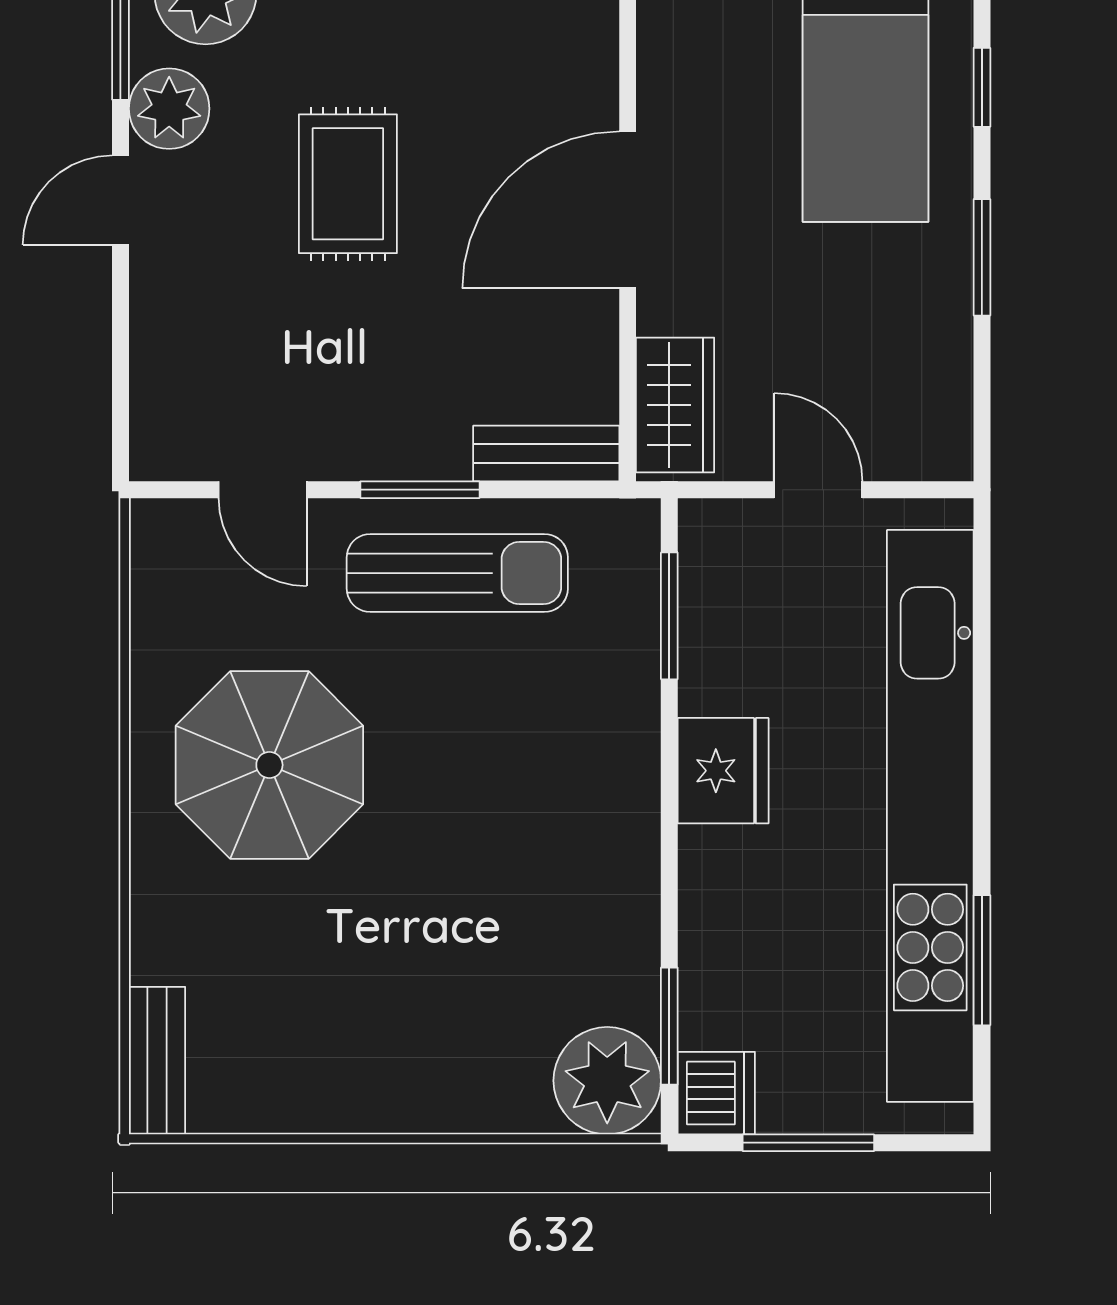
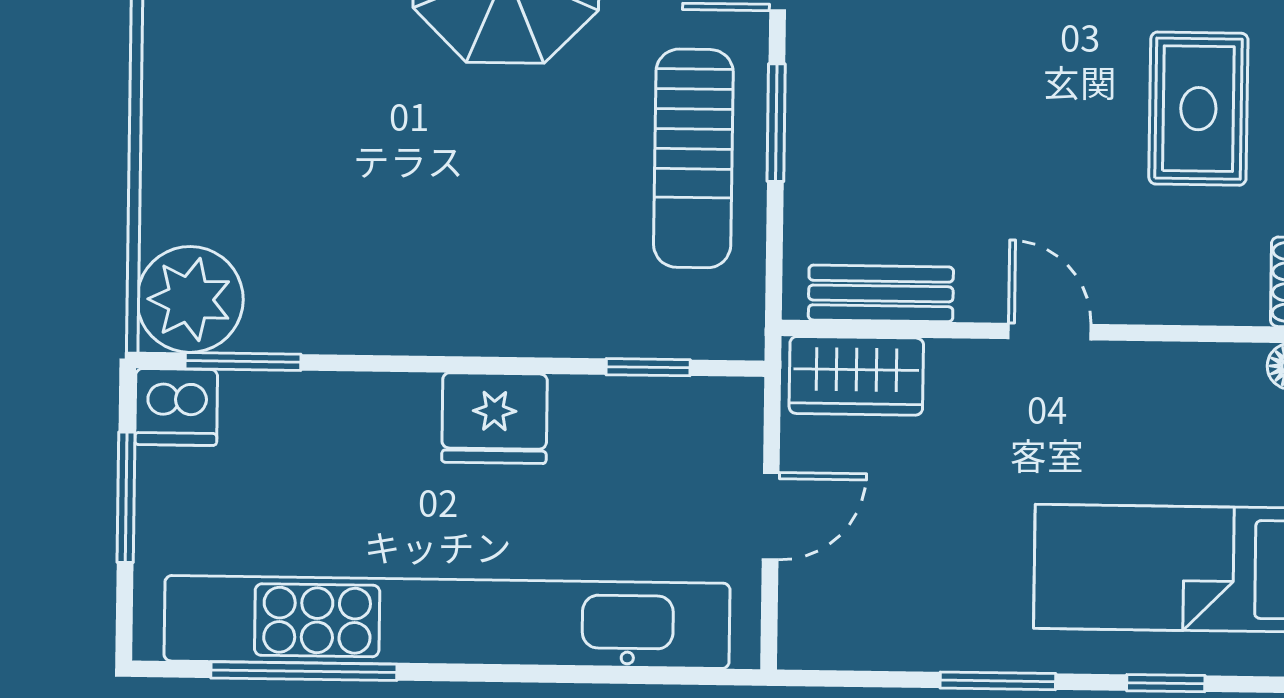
rug: (348, 184) -> (1198, 109), moved, turned 90
door: (628, 210) -> (1050, 332), width x0.53
bench: (546, 453) -> (881, 293), moved, turned 90
window: (669, 616) -> (648, 367), width x0.67
window: (982, 960) -> (304, 671), width x1.44

